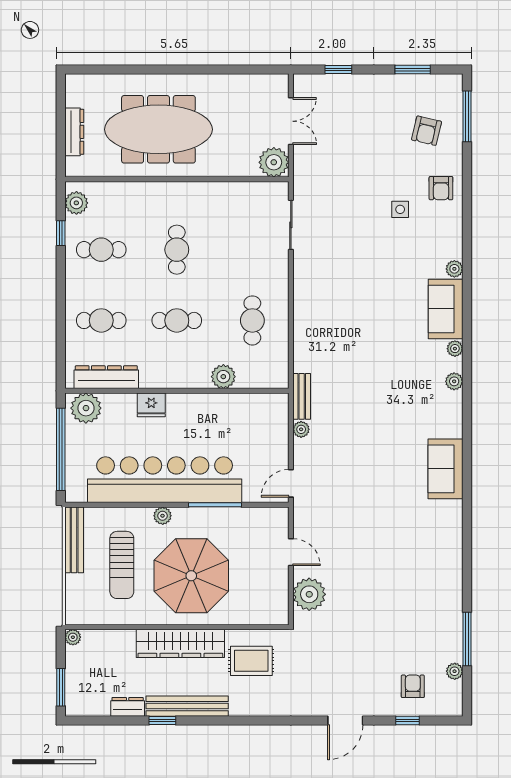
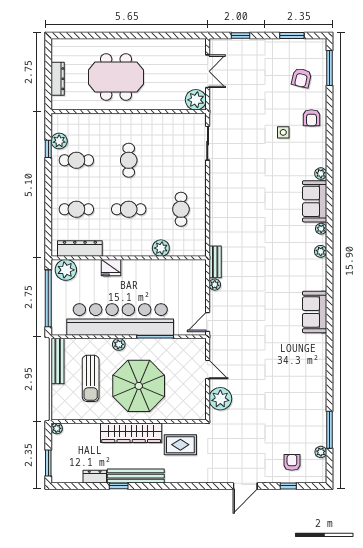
meeting table: (158, 129) -> (116, 77), width x0.73
plant: (76, 203) -> (59, 141), moved

